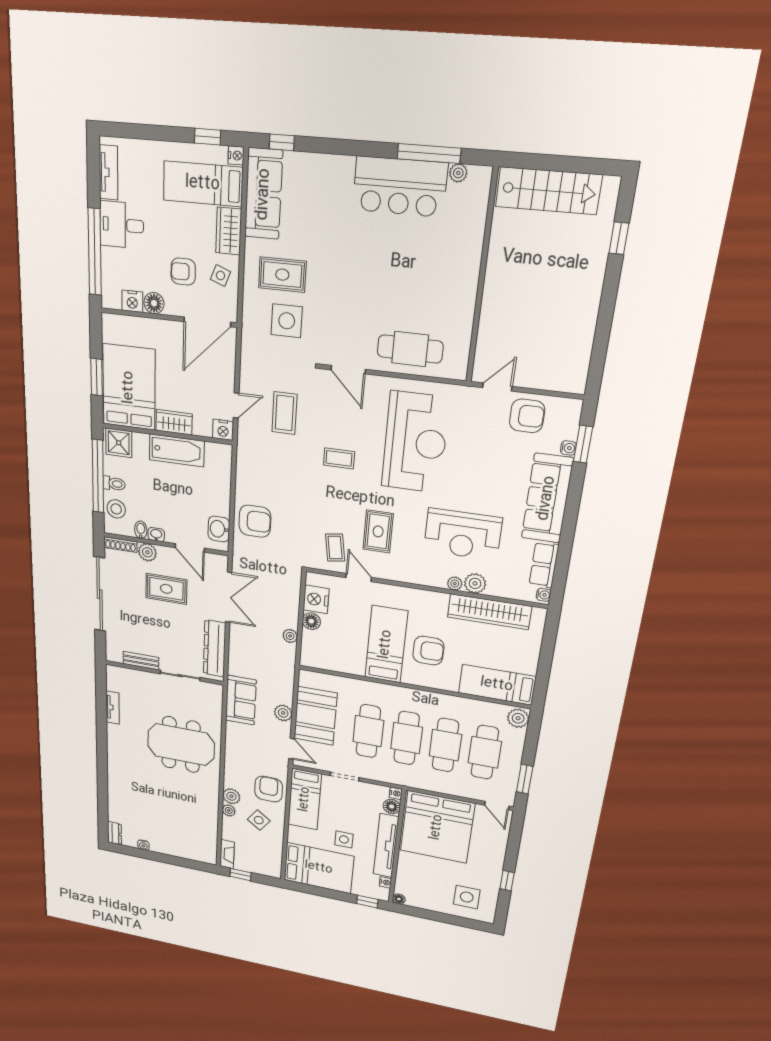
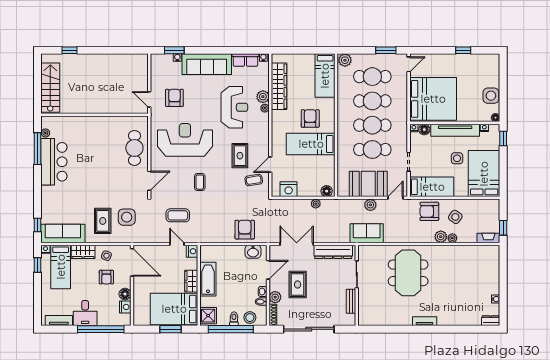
armchair: (527, 416) -> (174, 98), moved
rug: (378, 531) -> (240, 156), turned 90
floor lamp: (311, 621) -> (327, 191), moved
tv unit: (113, 708) -> (425, 321), moved
side table: (467, 897) -> (491, 96), moved

